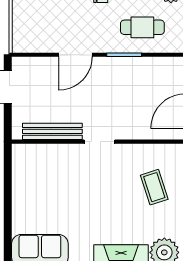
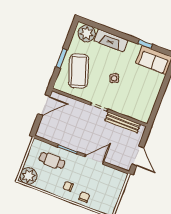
coffee table: (154, 187) -> (79, 71), width x1.86, depth x1.72
side table: (93, 197) -> (114, 78), added

